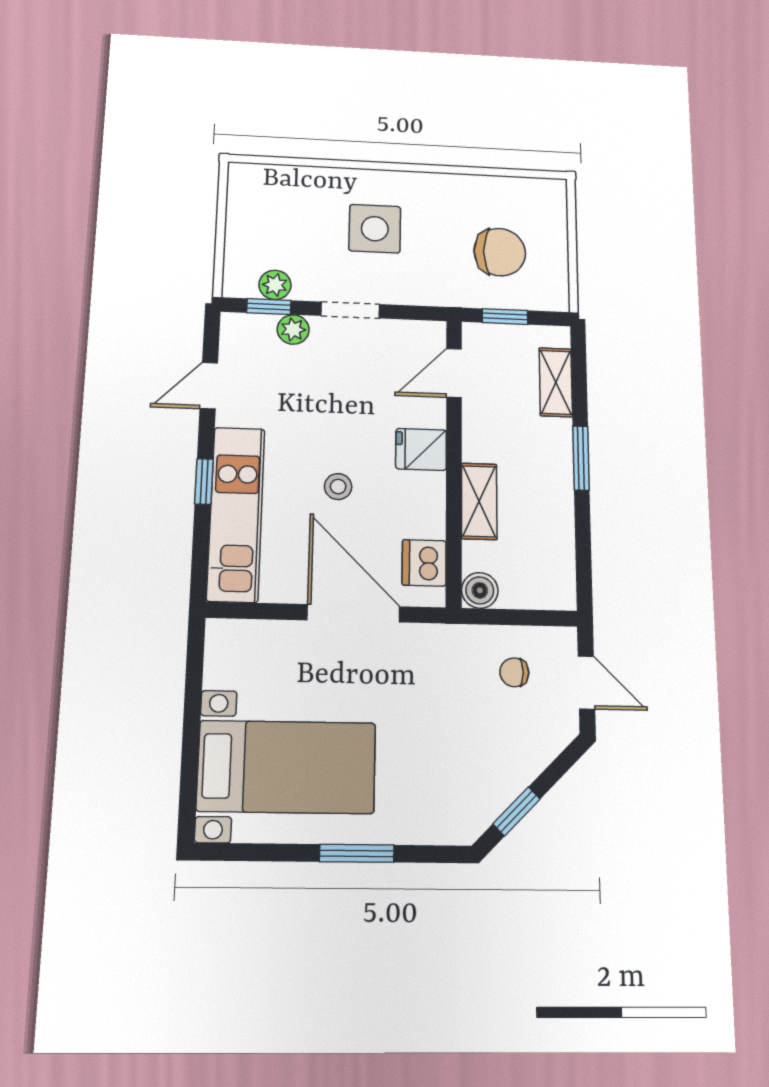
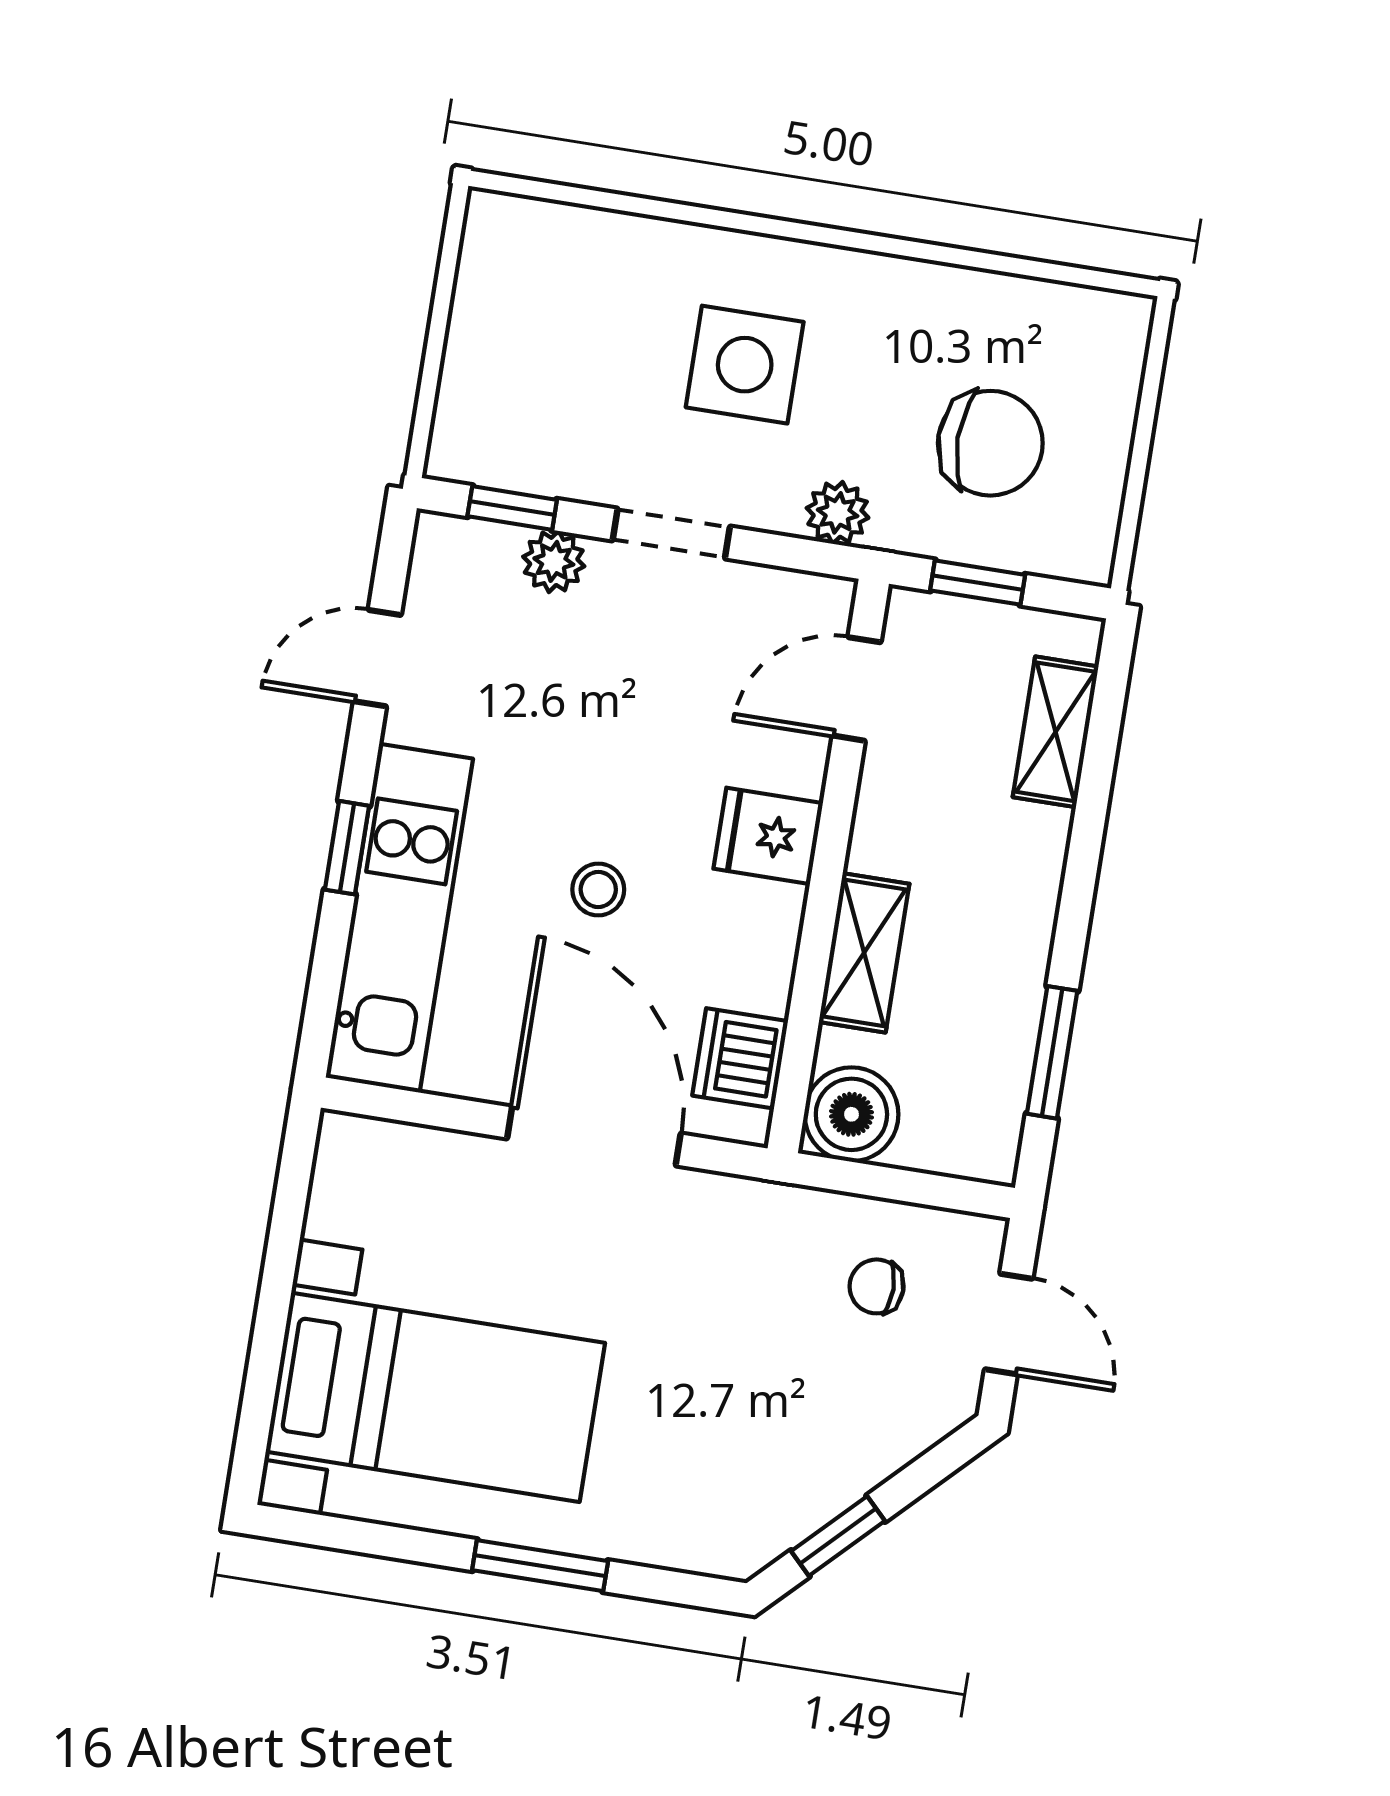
plant: (275, 285) -> (838, 513), moved
window: (581, 458) -> (1052, 1052), moved
boiler: (480, 590) -> (851, 1114), width x1.36, depth x1.36

